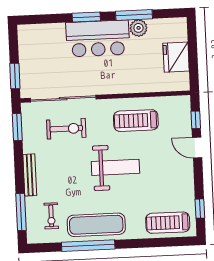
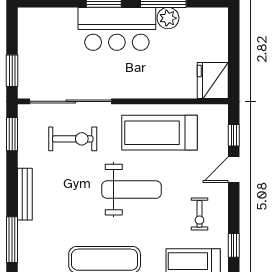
fridge: (176, 57) -> (213, 80), moved
treadmill: (136, 121) -> (159, 133), width x1.37, depth x1.38
door: (197, 148) -> (234, 170), hinge flipped
exercise bike: (51, 216) -> (200, 214), moved

